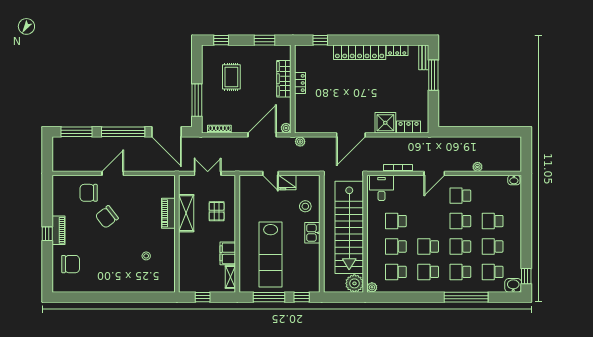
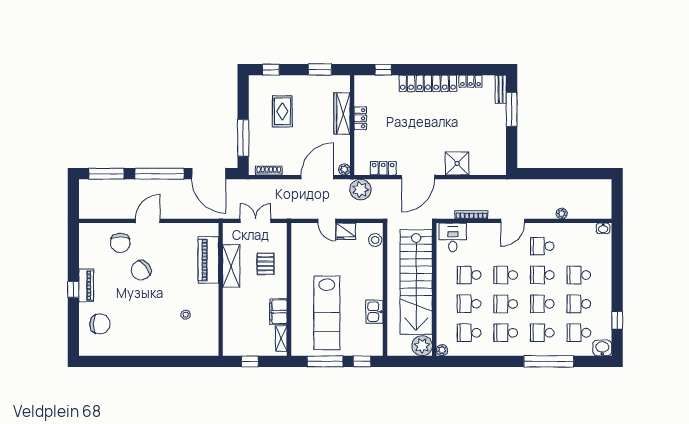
locker: (408, 127) -> (383, 168), moved
plant: (300, 142) -> (360, 190), width x1.88, depth x1.88
chair: (89, 193) -> (120, 243), turned -90
stool: (305, 206) -> (375, 240), moved
piano: (168, 213) -> (208, 260), width x1.37, depth x1.33
school desk: (428, 221) -> (506, 275), added
kitchen sink: (312, 233) -> (374, 312), moved
window: (526, 276) -> (617, 320), moved

